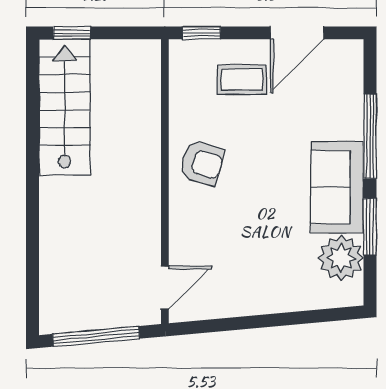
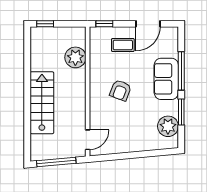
stairs: (65, 107) -> (42, 103), moved
plant: (138, 107) -> (75, 57), added
armchair: (202, 163) -> (120, 90), moved, turned 95
sofa: (337, 187) -> (166, 79), moved

